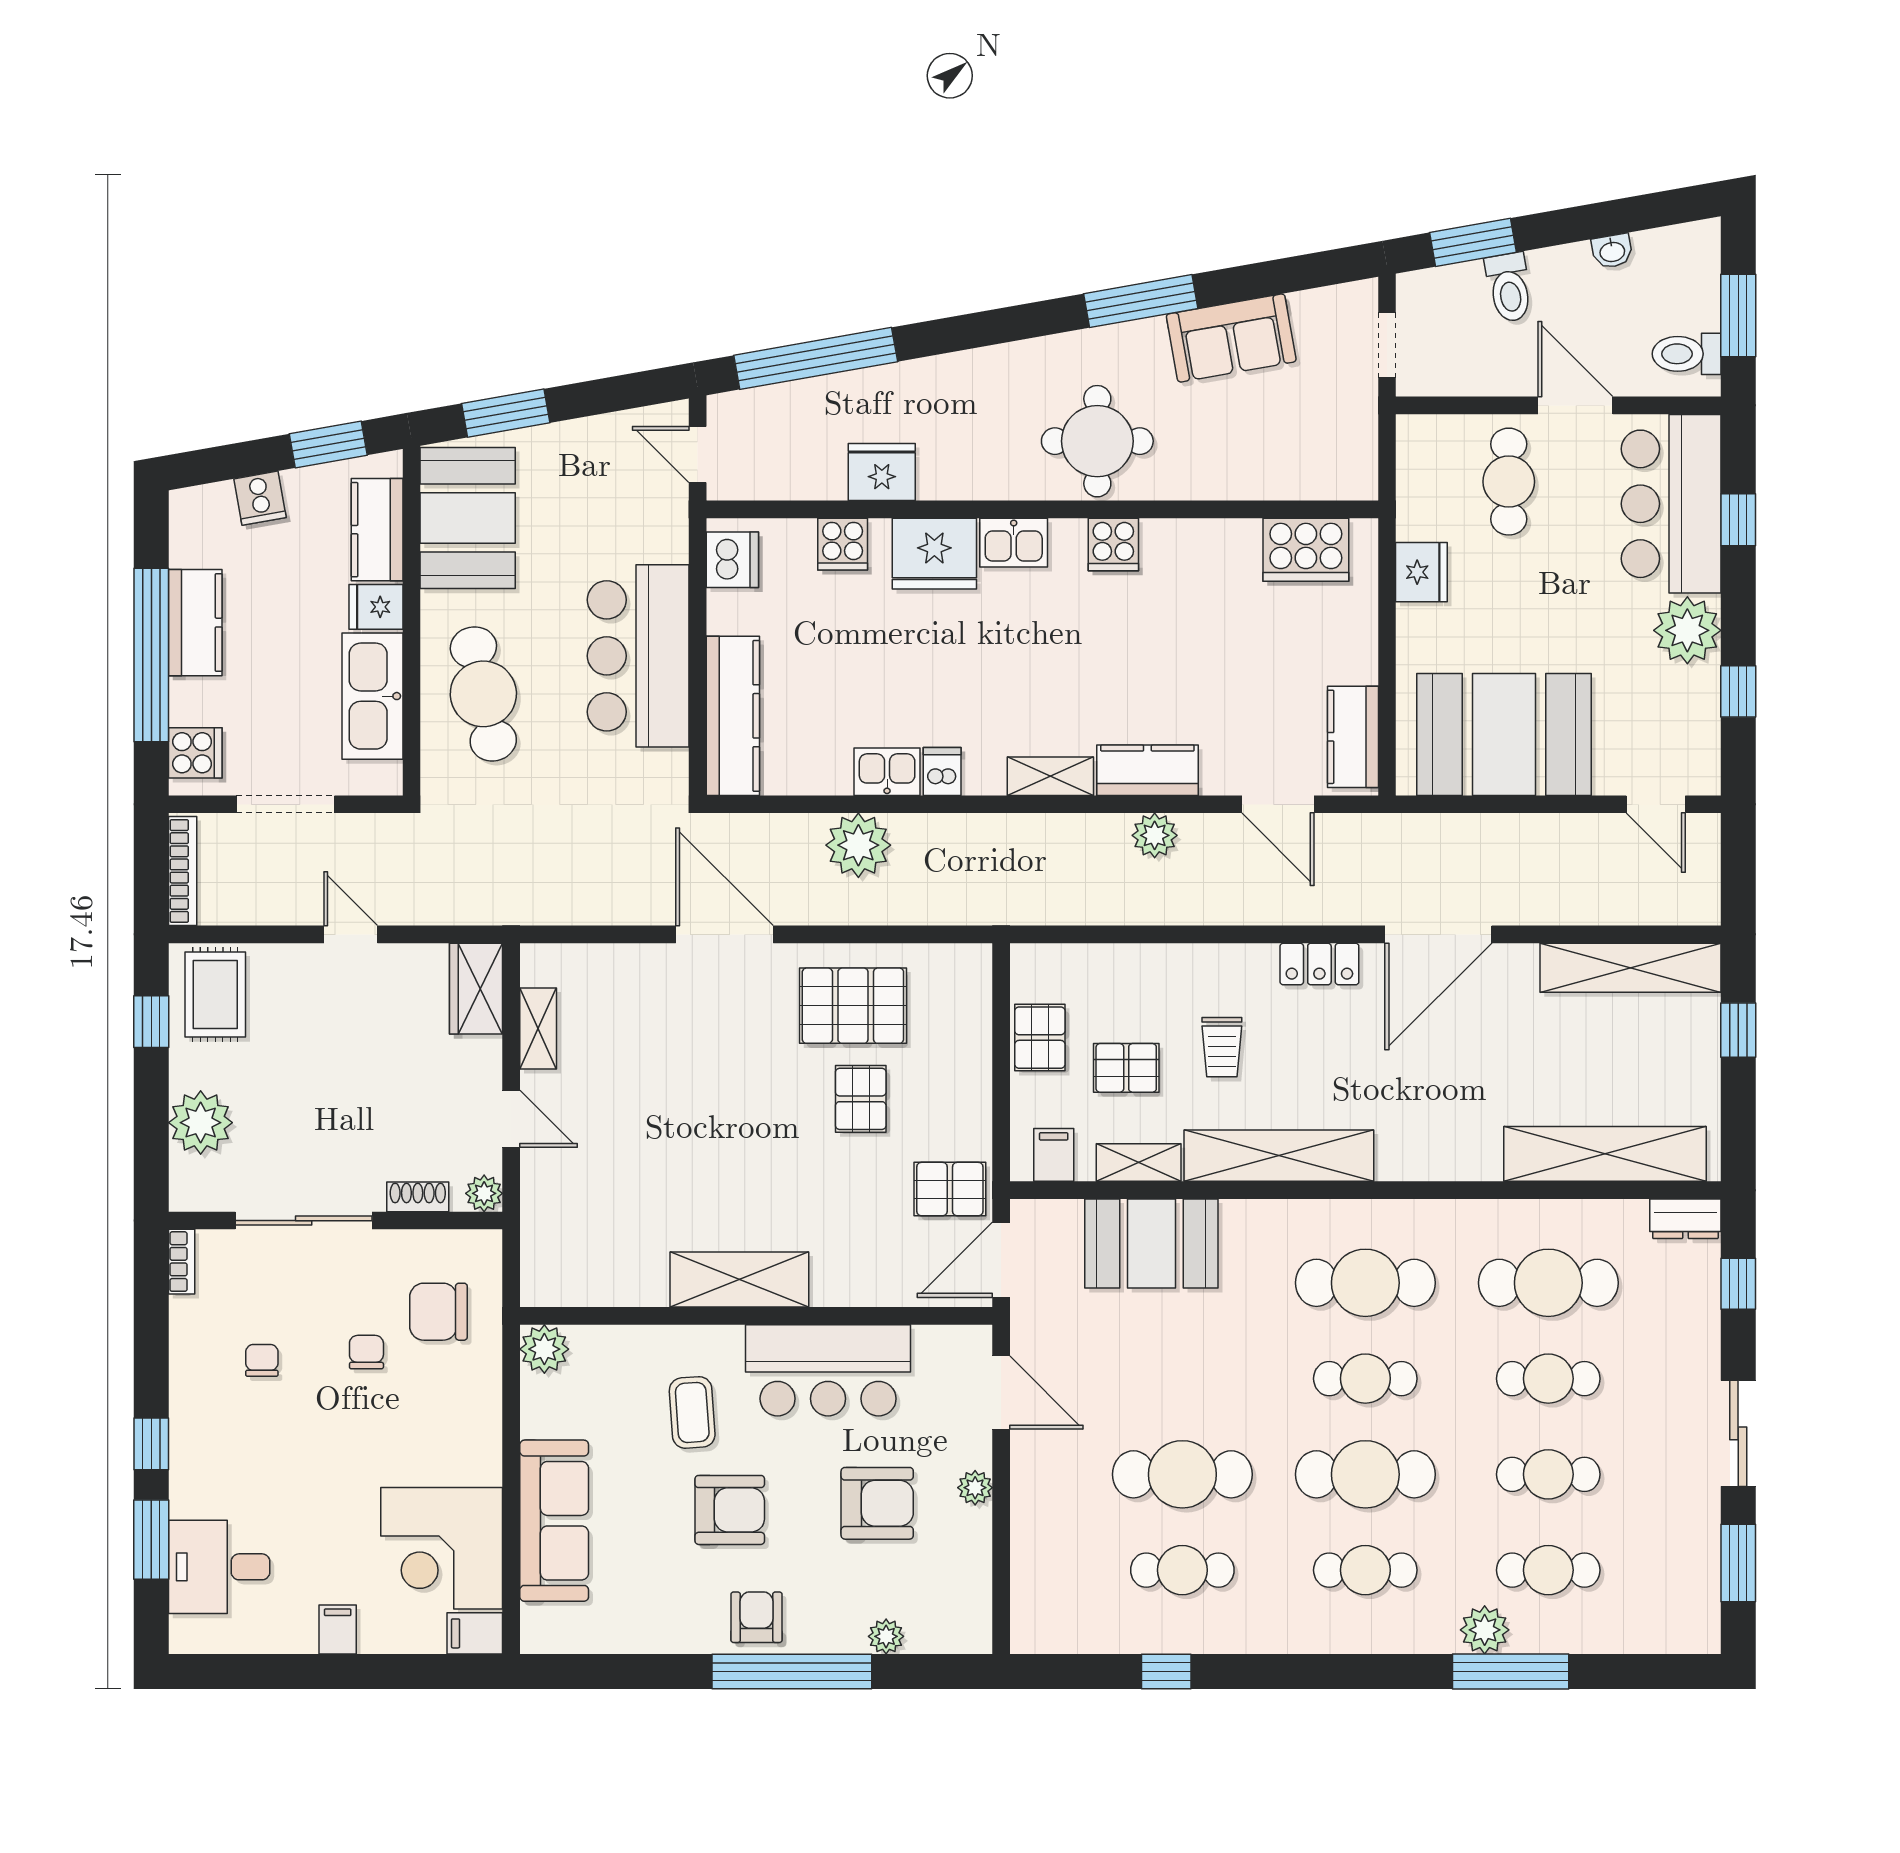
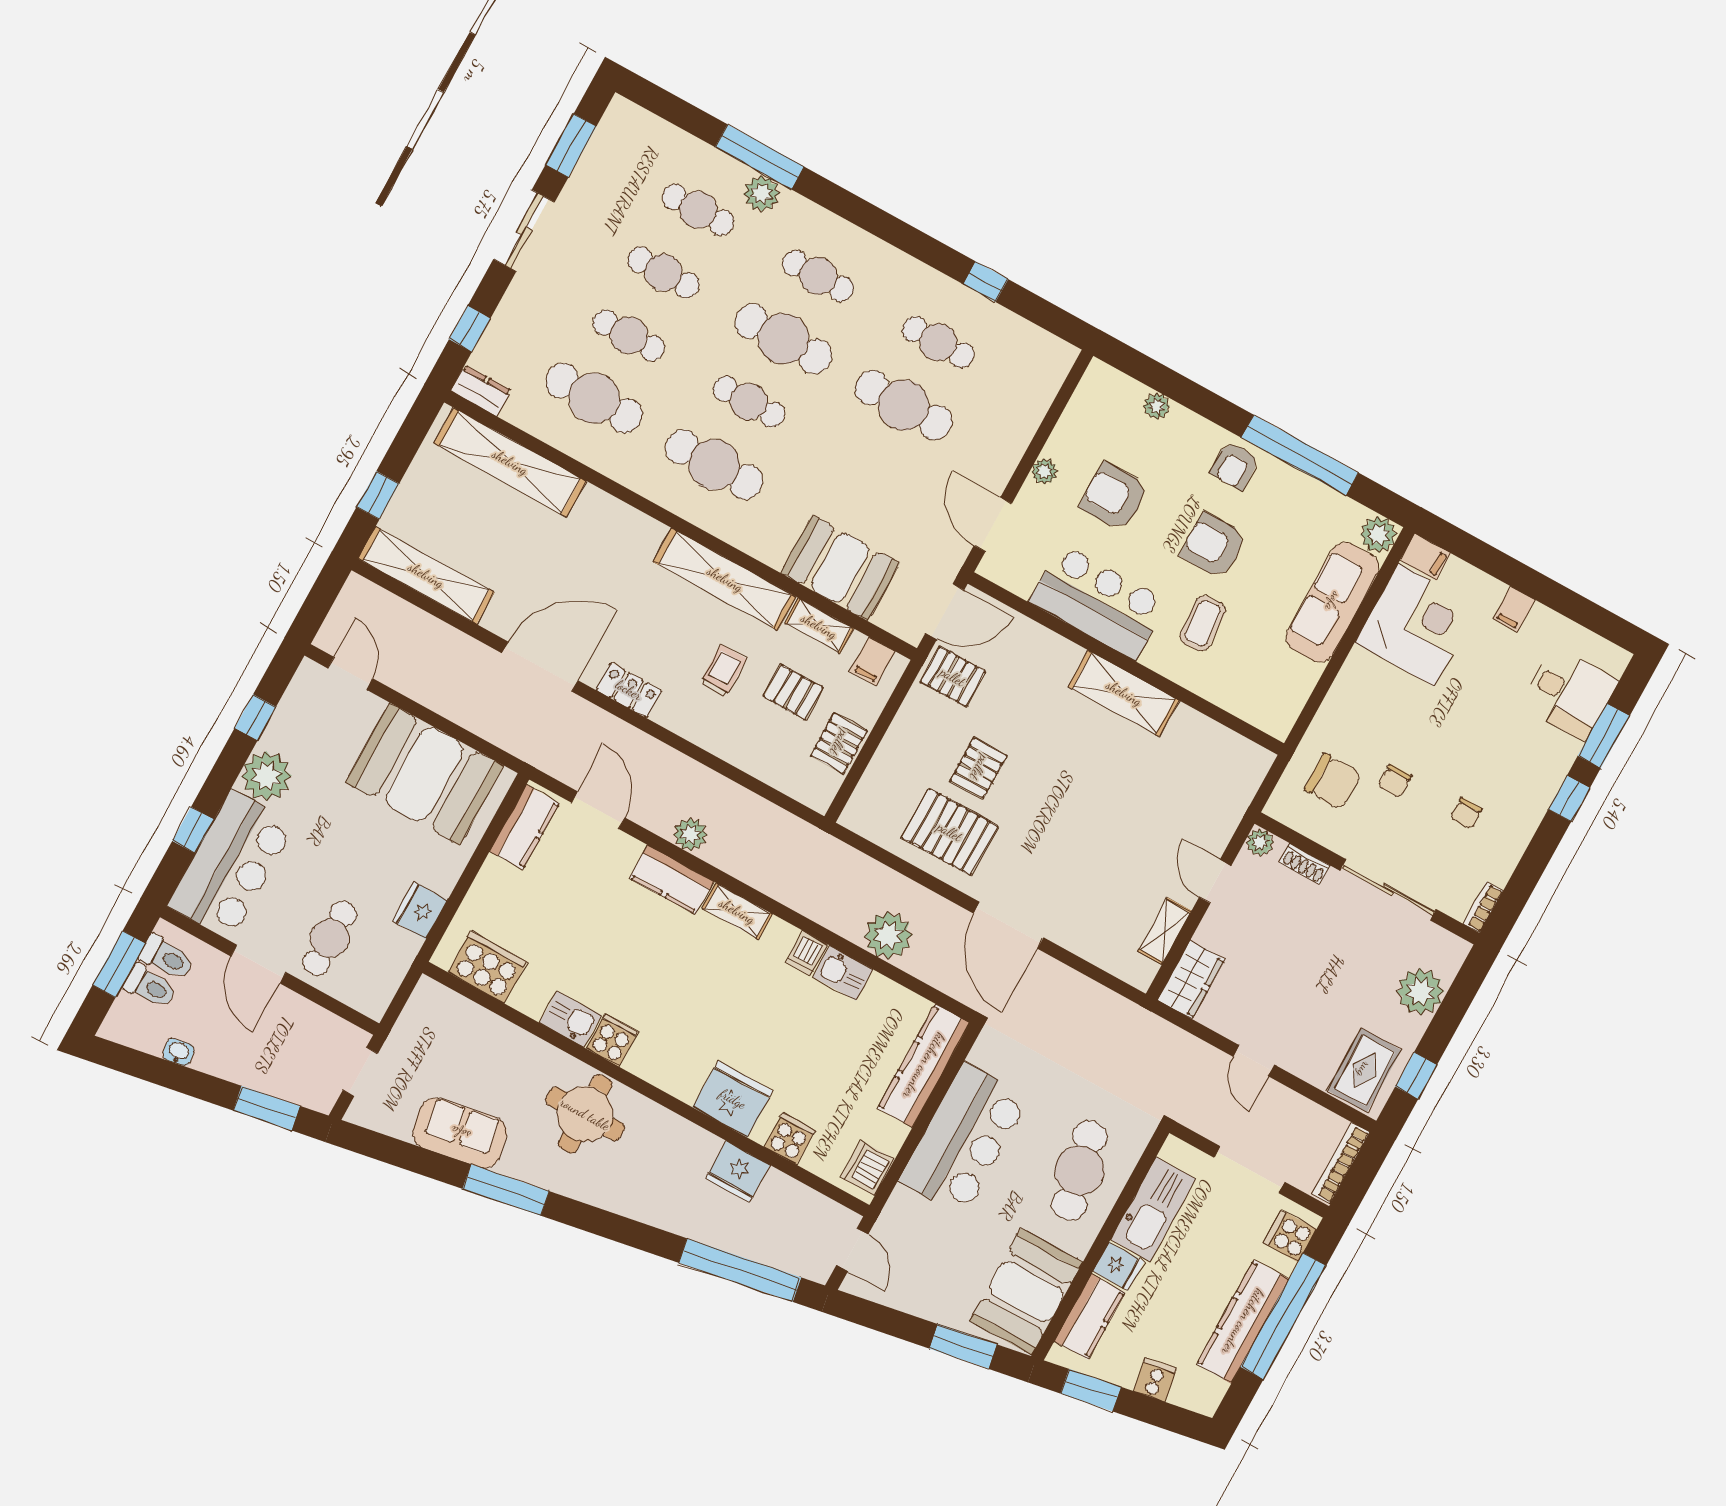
toilet: (1509, 287) -> (150, 987), moved, turned 100
kitchen sink: (1014, 543) -> (570, 1019), moved
kitchen counter: (195, 623) -> (1243, 1322), width x1.50
plant: (544, 1349) -> (1378, 535), moved
window: (792, 1671) -> (1300, 455), moved

